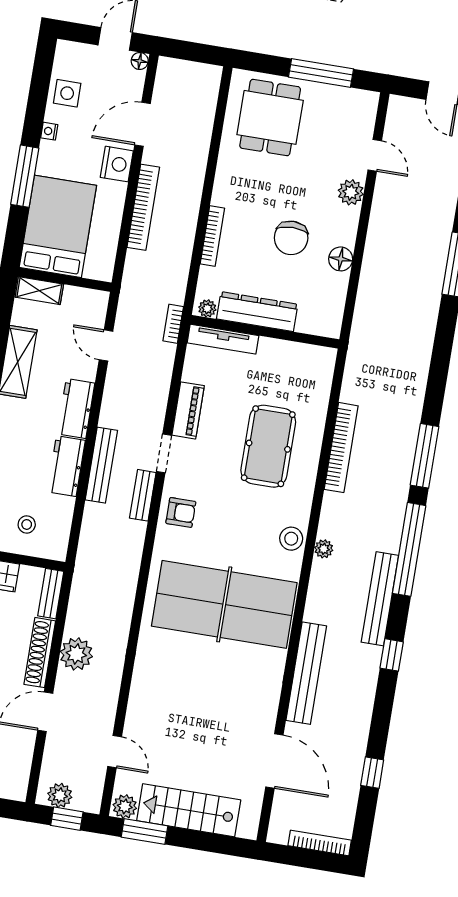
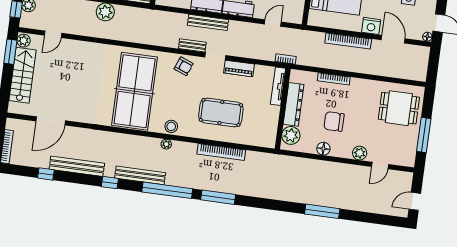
plant: (207, 308) -> (291, 135), moved, width x1.87, depth x1.87
armchair: (181, 512) -> (184, 66), turned -69
bench: (306, 673) -> (77, 166), moved

